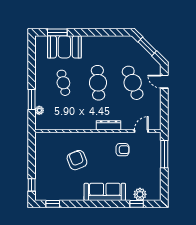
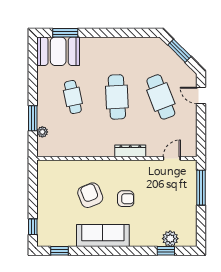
booth: (64, 47) -> (58, 51), moved
armchair: (122, 150) -> (126, 199), moved
sofa: (105, 192) -> (103, 236), moved

